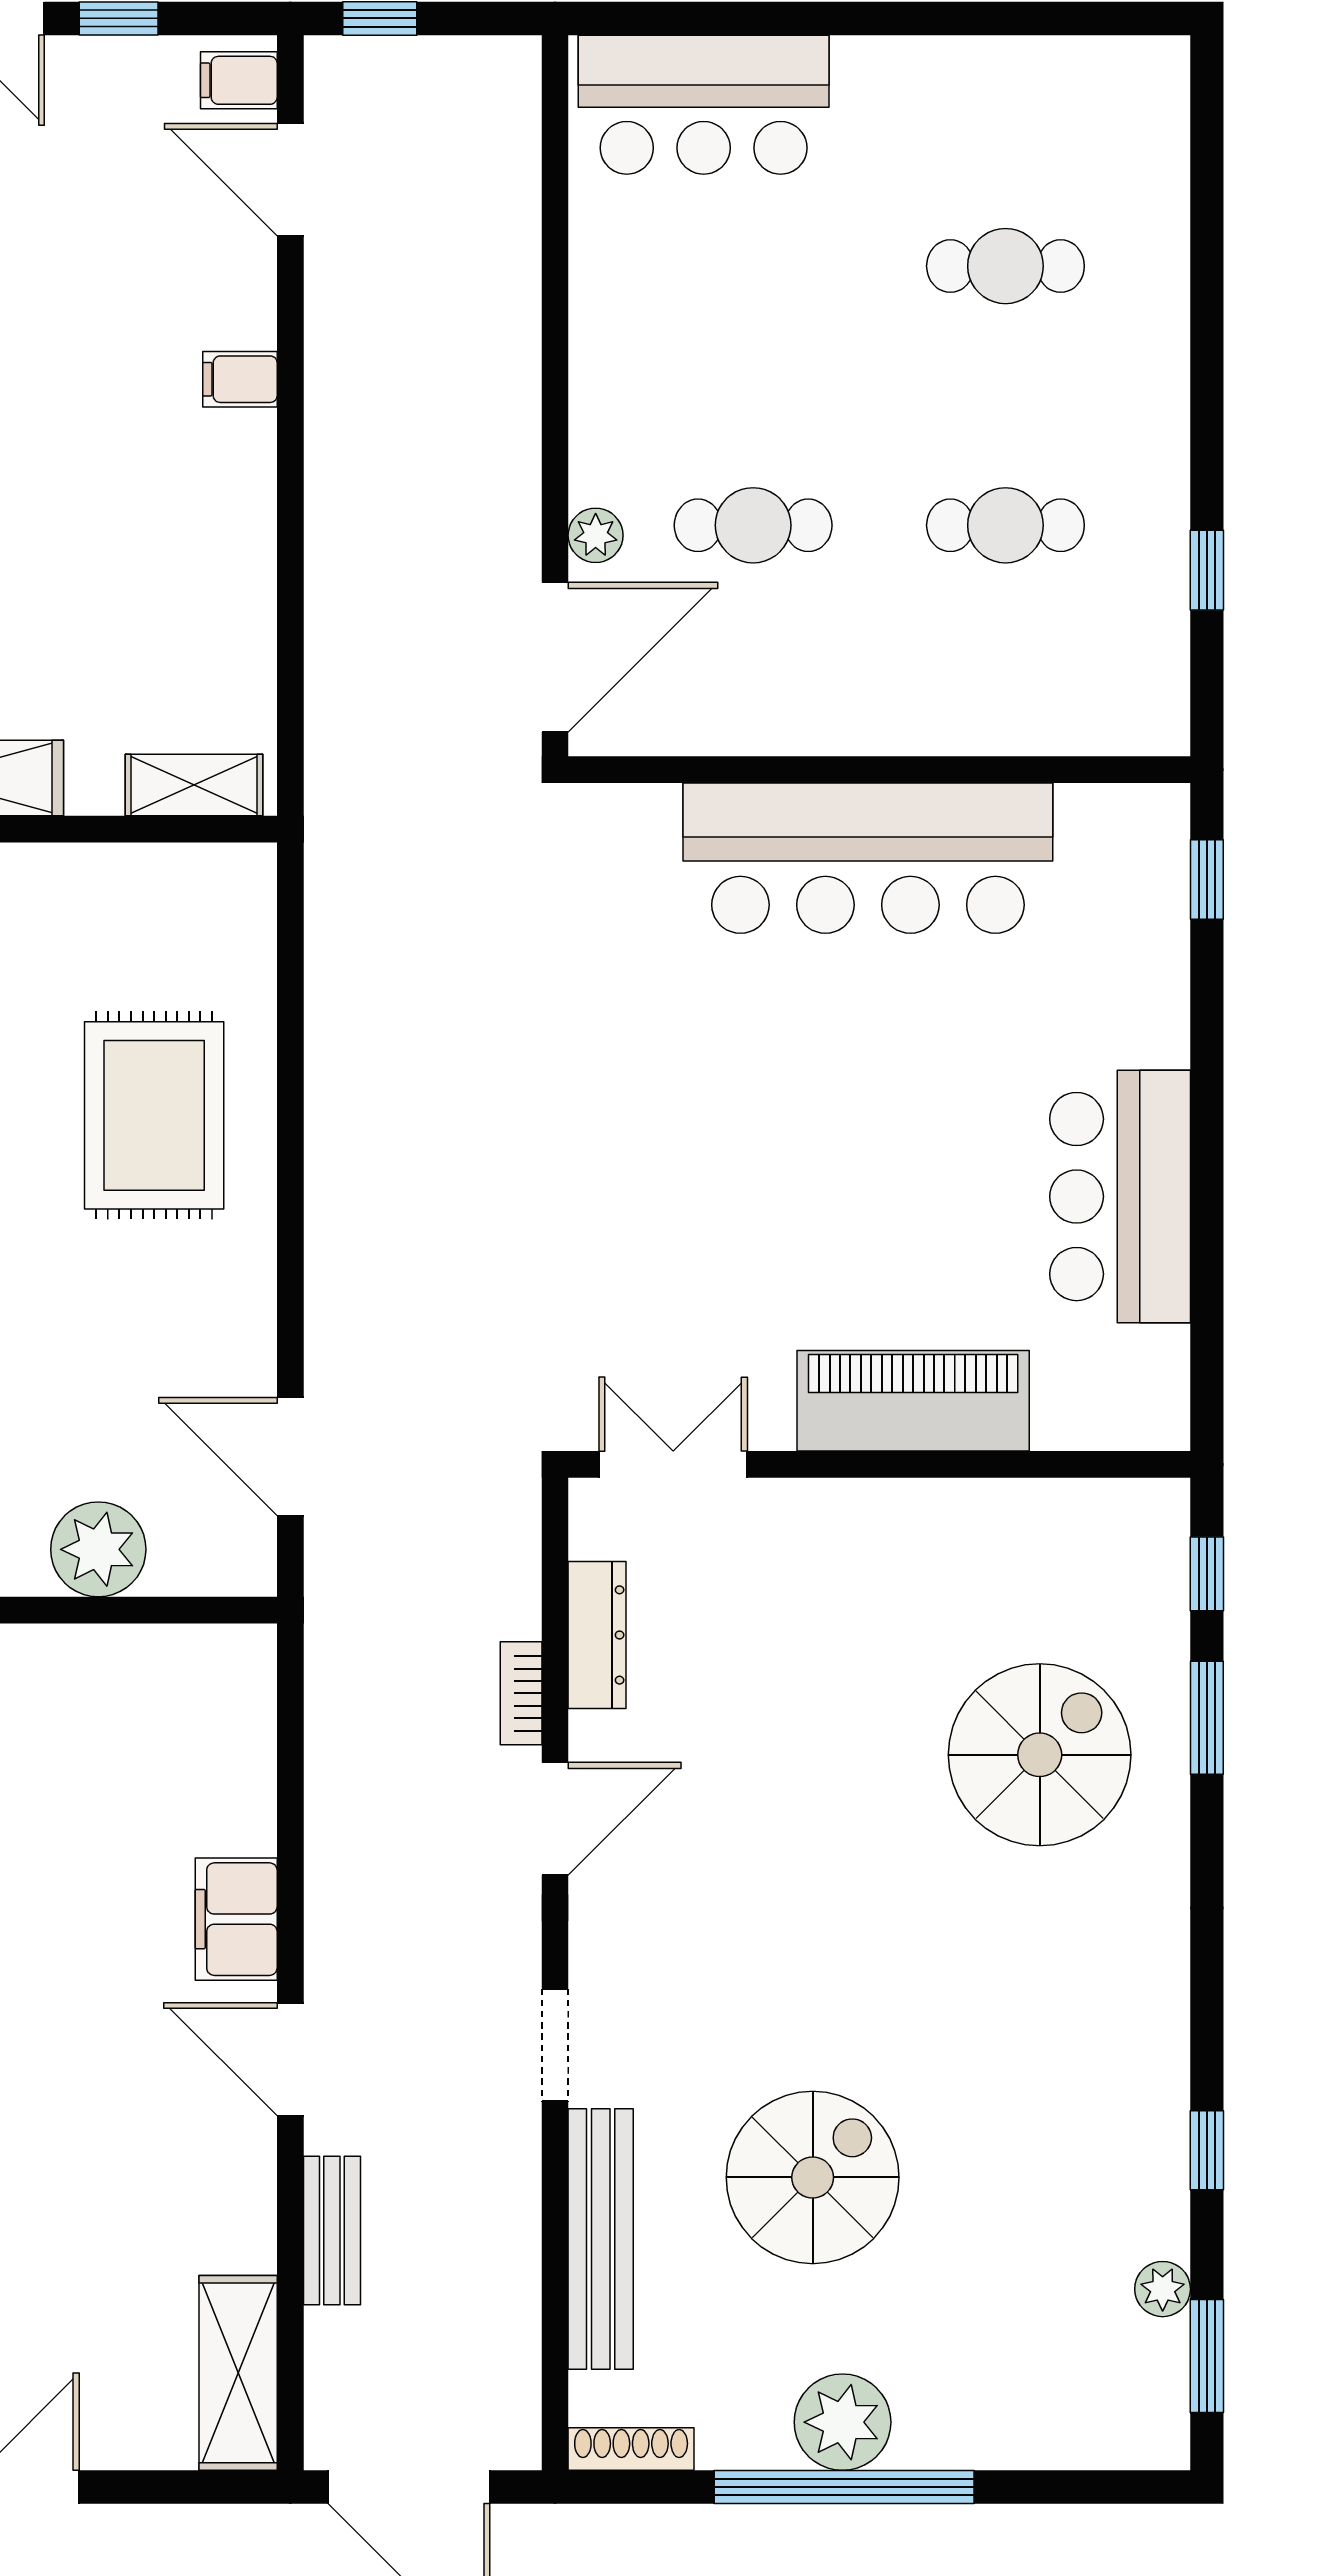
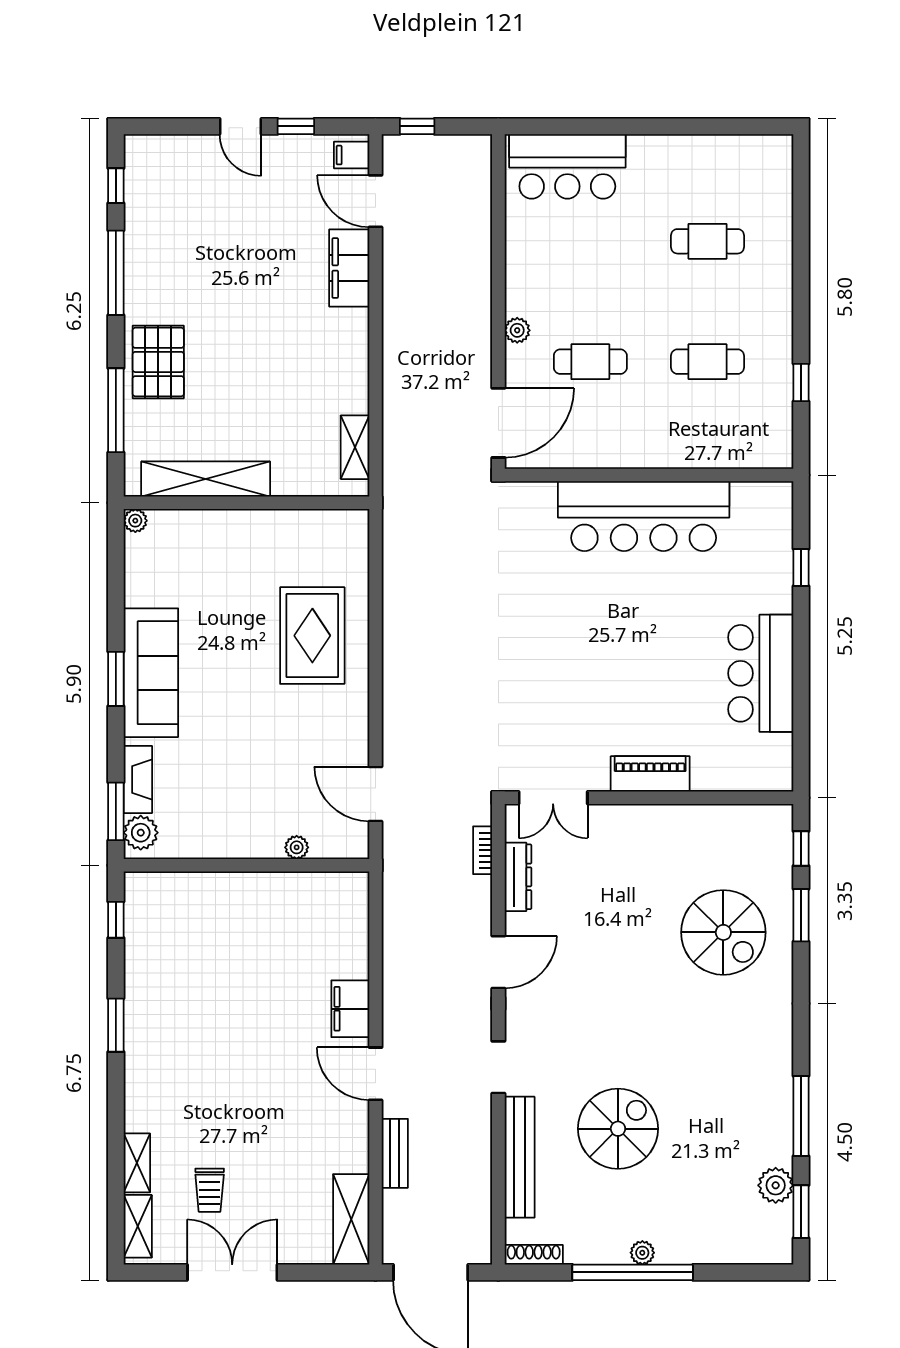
filing cabinet: (240, 379) -> (349, 268), width x3.00, depth x1.17
plant: (596, 535) -> (517, 330), moved
shelving: (194, 785) -> (355, 447), moved, turned 90
window: (1207, 880) -> (801, 567), moved
piano: (913, 1401) -> (650, 774), width x0.73, depth x0.75
double door: (673, 1464) -> (553, 798), swing flipped
plant: (98, 1549) -> (297, 847), width x0.53, depth x0.53
bookcase: (521, 1693) -> (483, 850), moved
spiral stairs: (1040, 1755) -> (723, 932), turned 90
window: (1207, 2150) -> (801, 1116), width x2.17
plant: (1163, 2289) -> (776, 1185), width x1.38, depth x1.38
plant: (843, 2422) -> (642, 1253), width x0.53, depth x0.53

